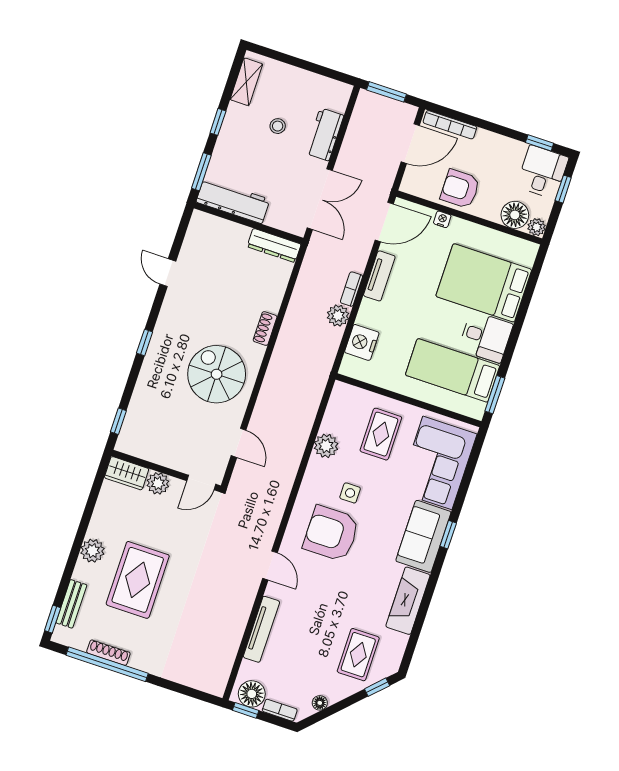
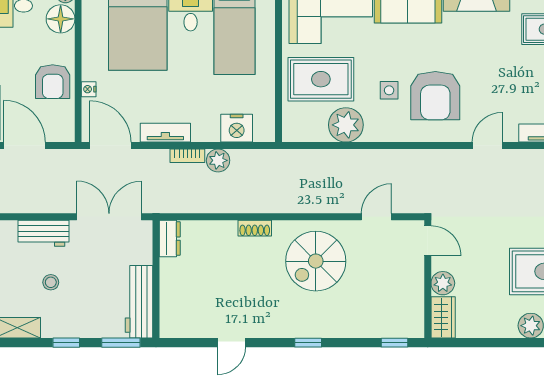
dresser: (274, 245) -> (170, 239), width x0.70
rug: (381, 434) -> (321, 79), width x1.36, depth x1.43
plant: (326, 446) -> (346, 125), width x1.36, depth x1.36

